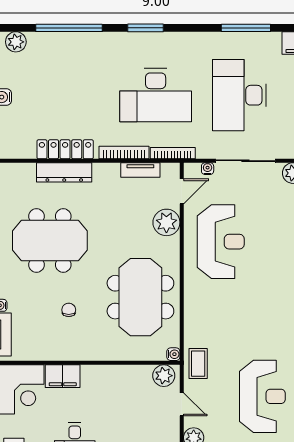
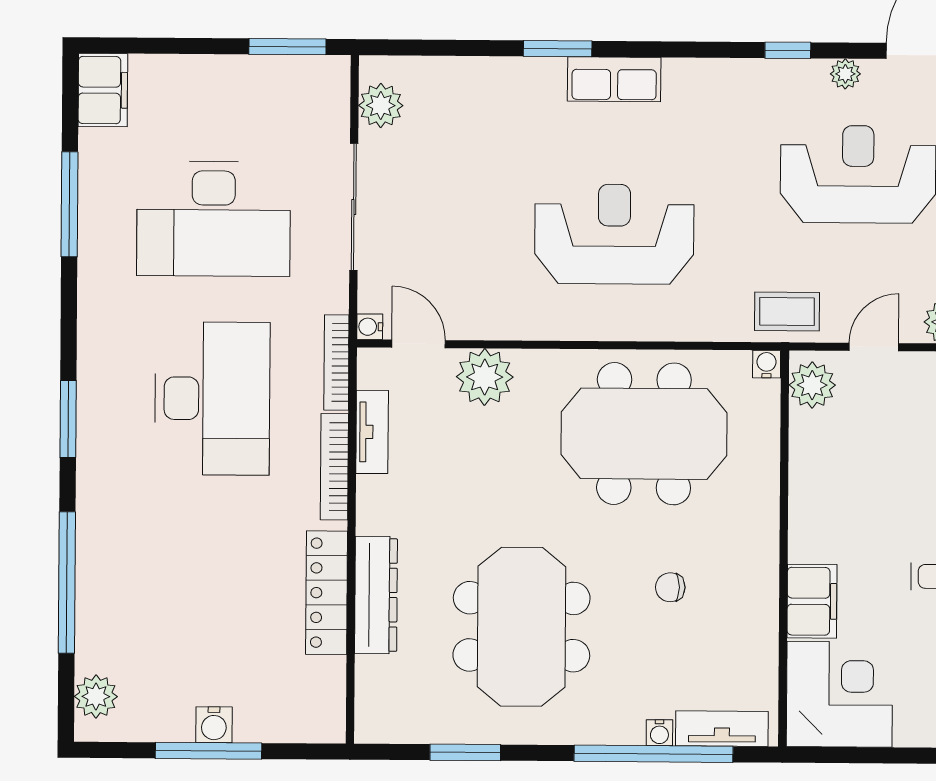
water cooler: (208, 169) -> (370, 327), moved
reception desk: (221, 242) -> (614, 234), moved

